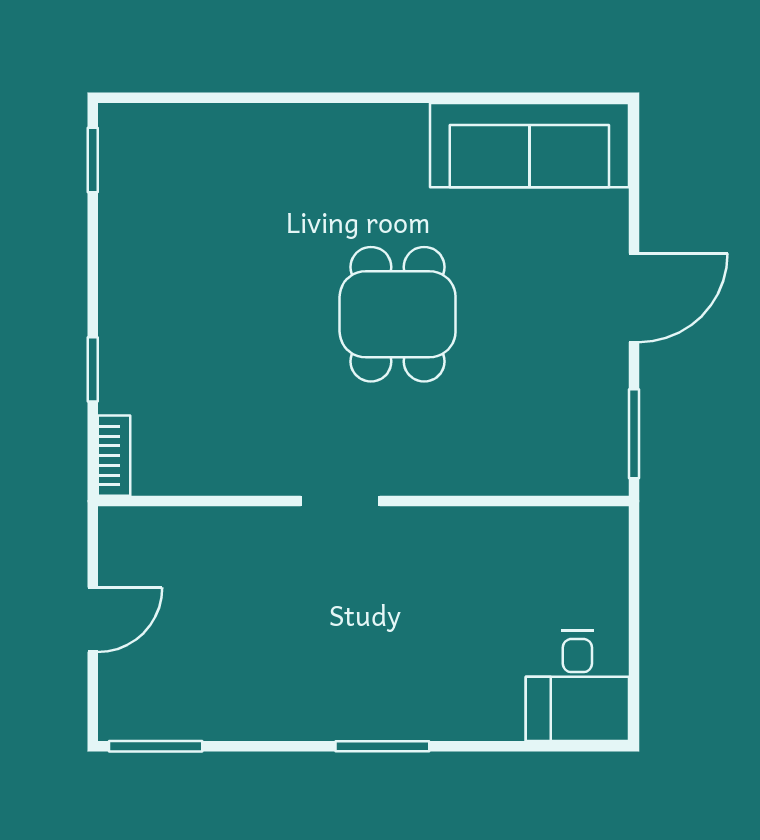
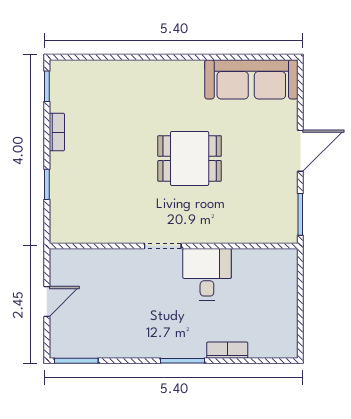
dining table: (398, 314) -> (190, 158), turned 90
bookcase: (114, 456) -> (57, 132), moved
desk: (577, 686) -> (207, 274), moved, turned 180
bookcase: (478, 724) -> (227, 350), added

